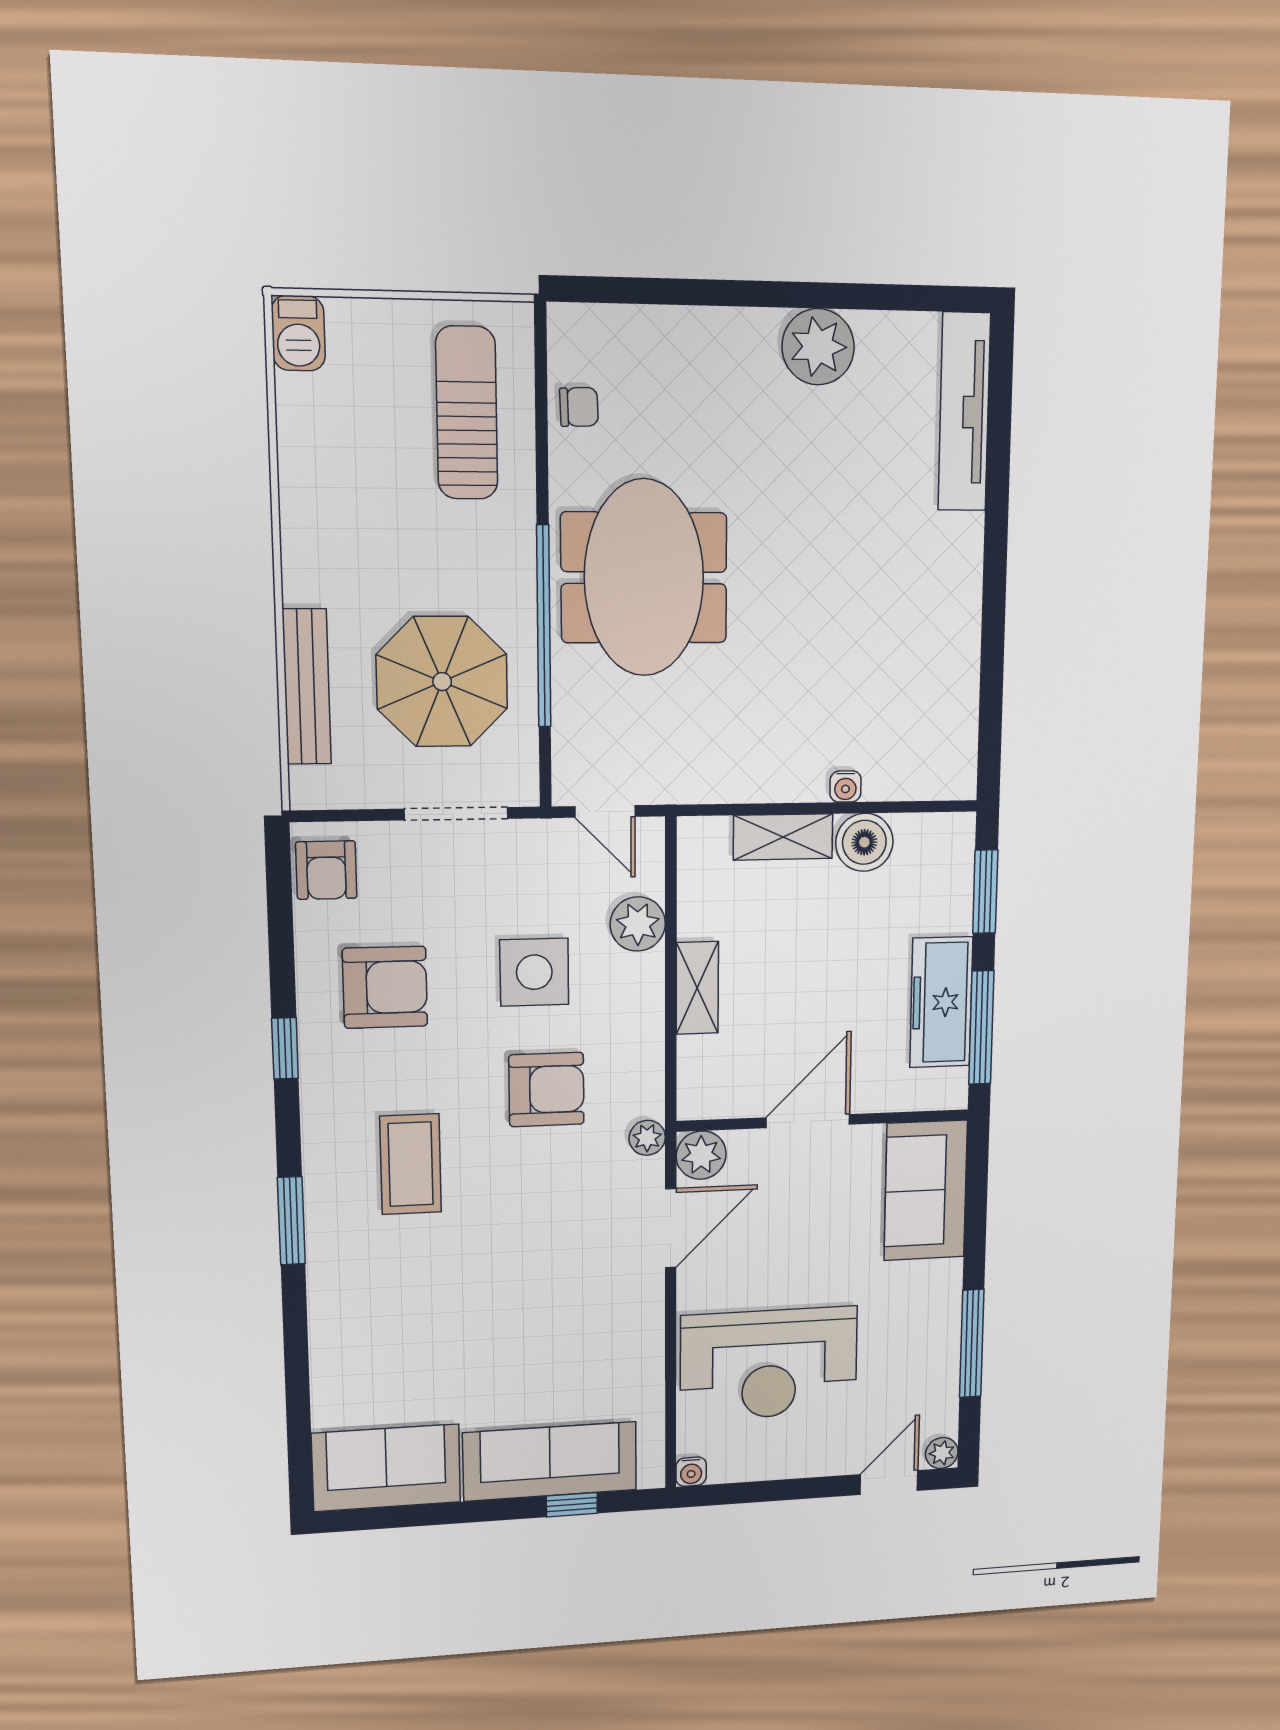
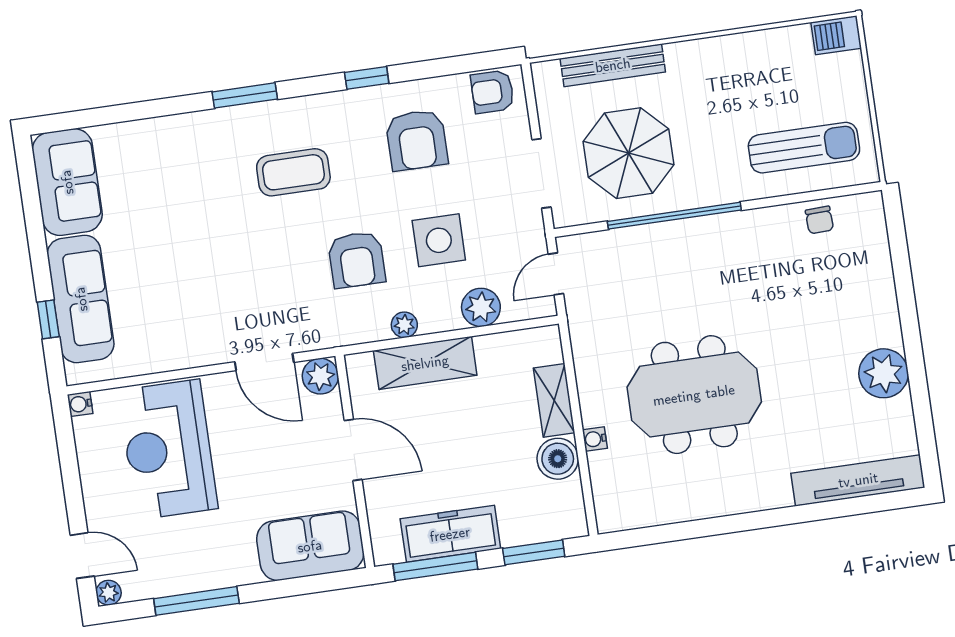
meeting table: (644, 578) -> (694, 395), moved
shelving: (697, 988) -> (425, 363), width x1.50, depth x1.33
plant: (647, 1138) -> (404, 325), moved

